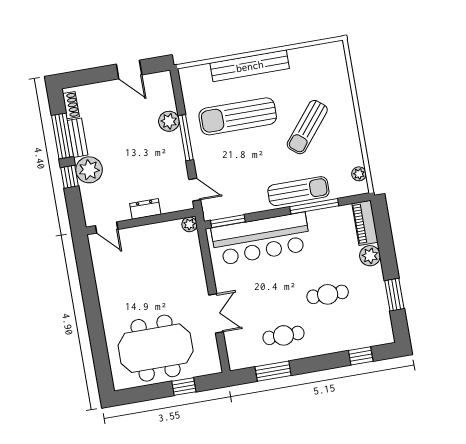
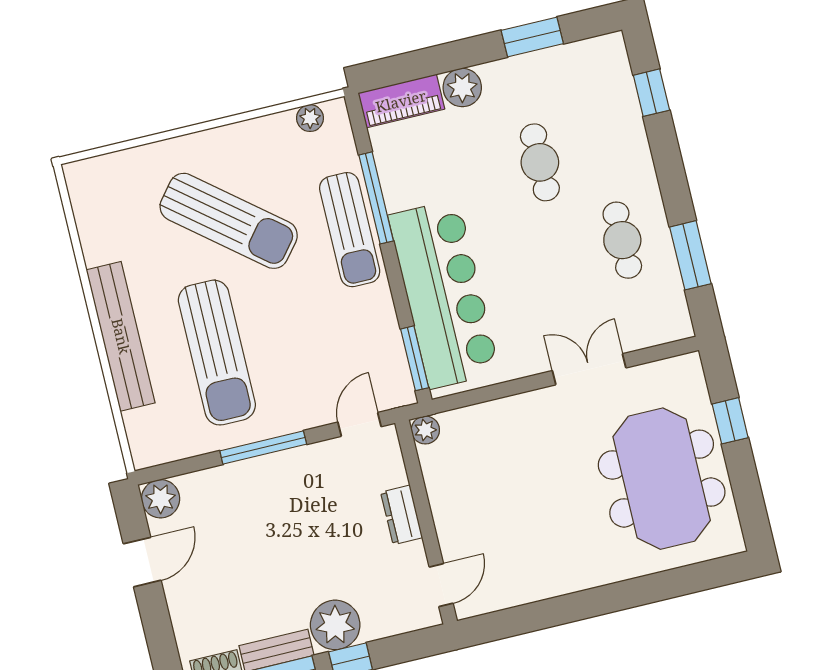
plant: (169, 121) -> (161, 499), moved
sun lounger: (307, 127) -> (229, 221), width x1.36, depth x1.34
sun lounger: (298, 191) -> (350, 230), turned 180

